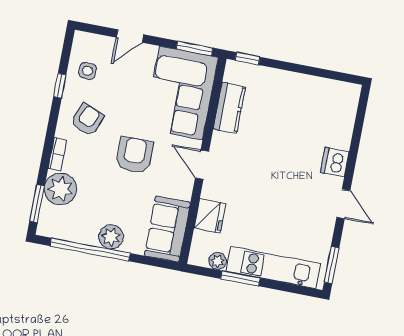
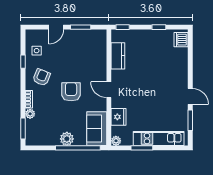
window: (195, 48) -> (81, 27), moved
window: (312, 71) -> (159, 27), added
corner sofa: (181, 93) -> (90, 53), removed
dishwasher: (335, 162) -> (181, 40), moved
plant: (60, 189) -> (30, 114), width x0.53, depth x0.53
window: (90, 250) -> (78, 148), moved
plant: (218, 261) -> (116, 141), moved
window: (332, 265) -> (190, 120), moved

